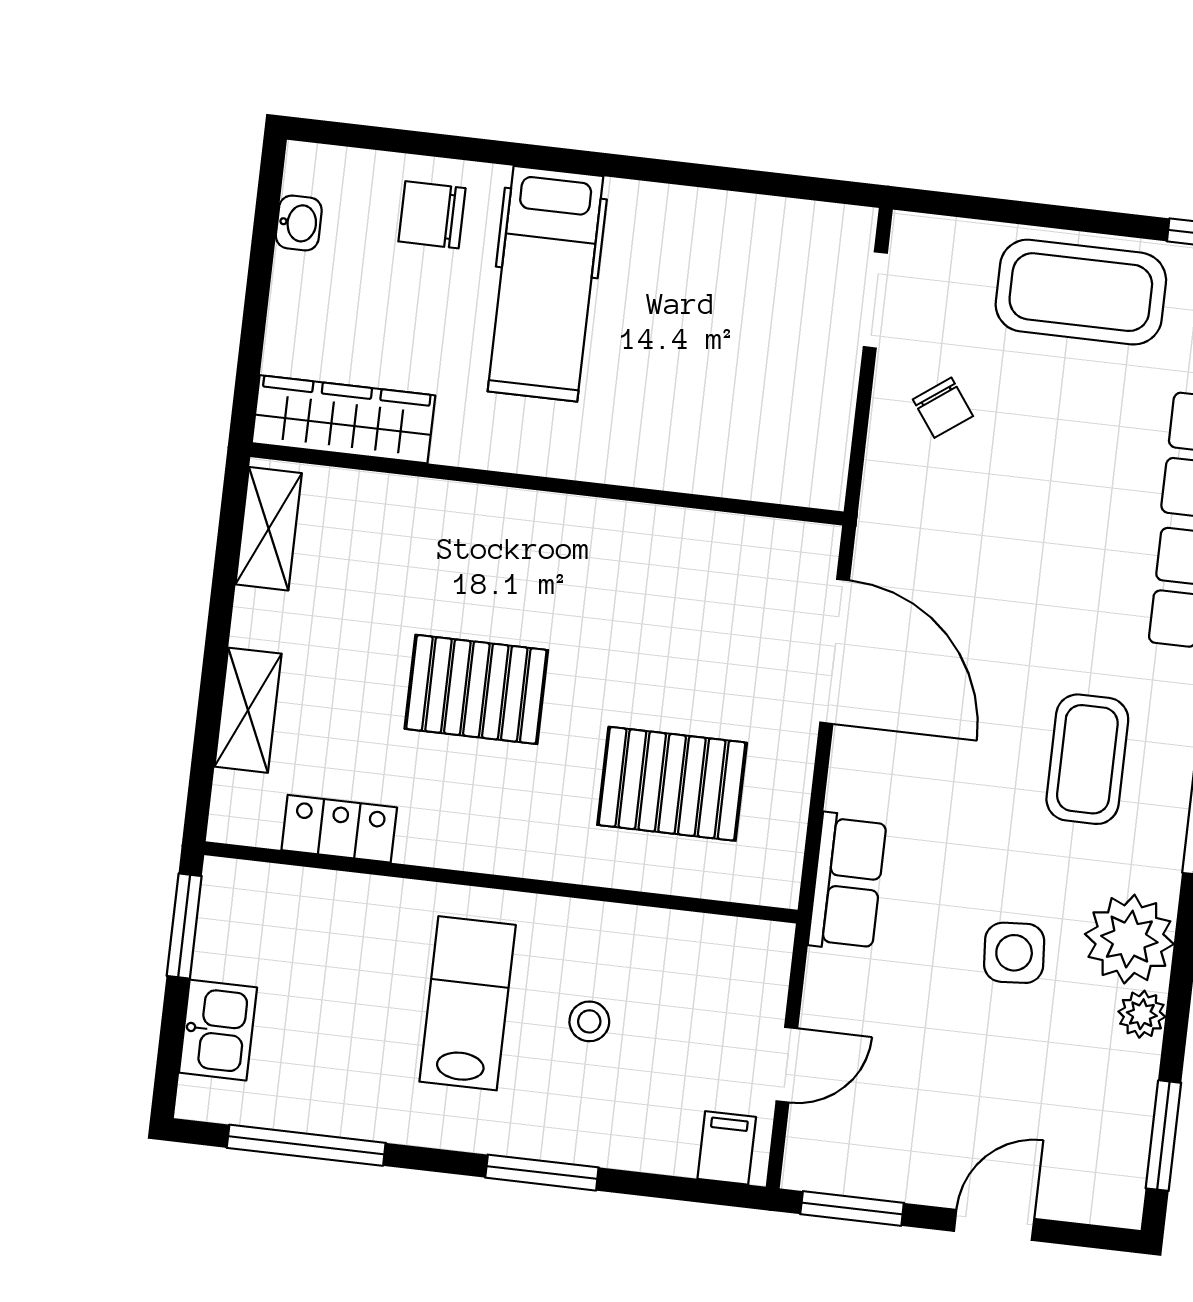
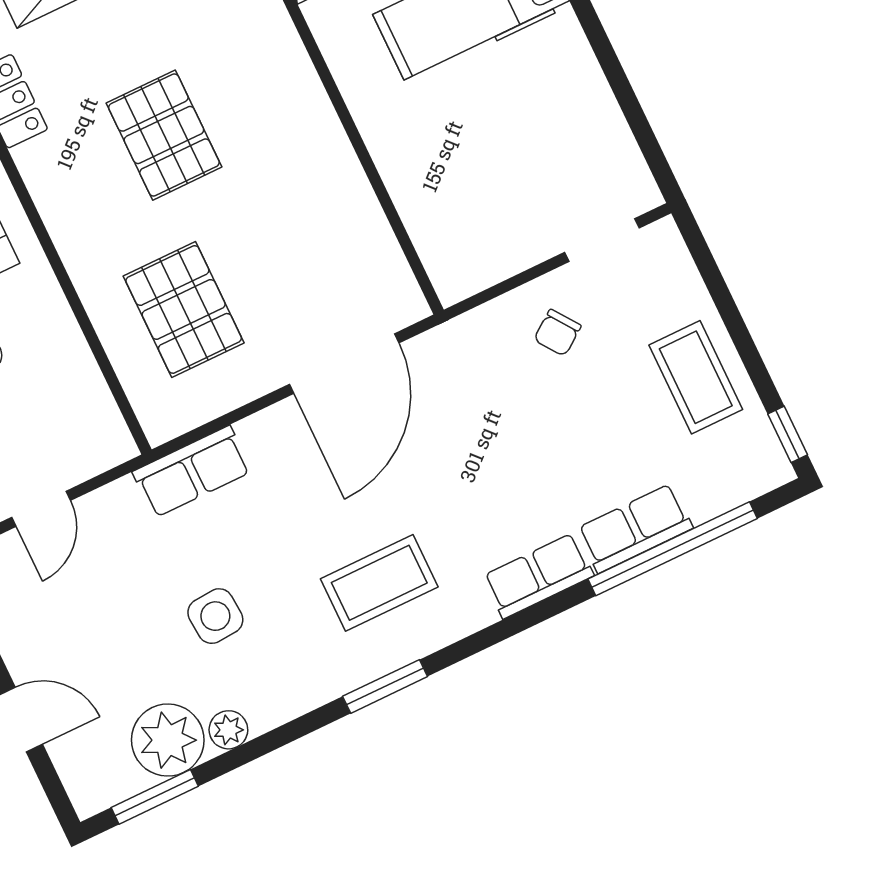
coffee table: (1081, 292) -> (696, 377), width x0.73, depth x0.76
plant: (1129, 939) -> (168, 740), moved
door: (787, 1065) -> (41, 509), hinge flipped

